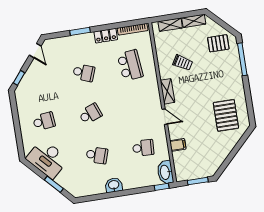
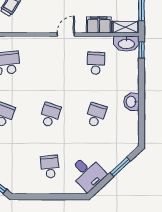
shelving: (167, 91) -> (125, 27), moved
school desk: (90, 114) -> (50, 115), turned 39
filing cabinet: (178, 145) -> (99, 25), width x2.00
desk: (47, 159) -> (88, 173), width x0.73

